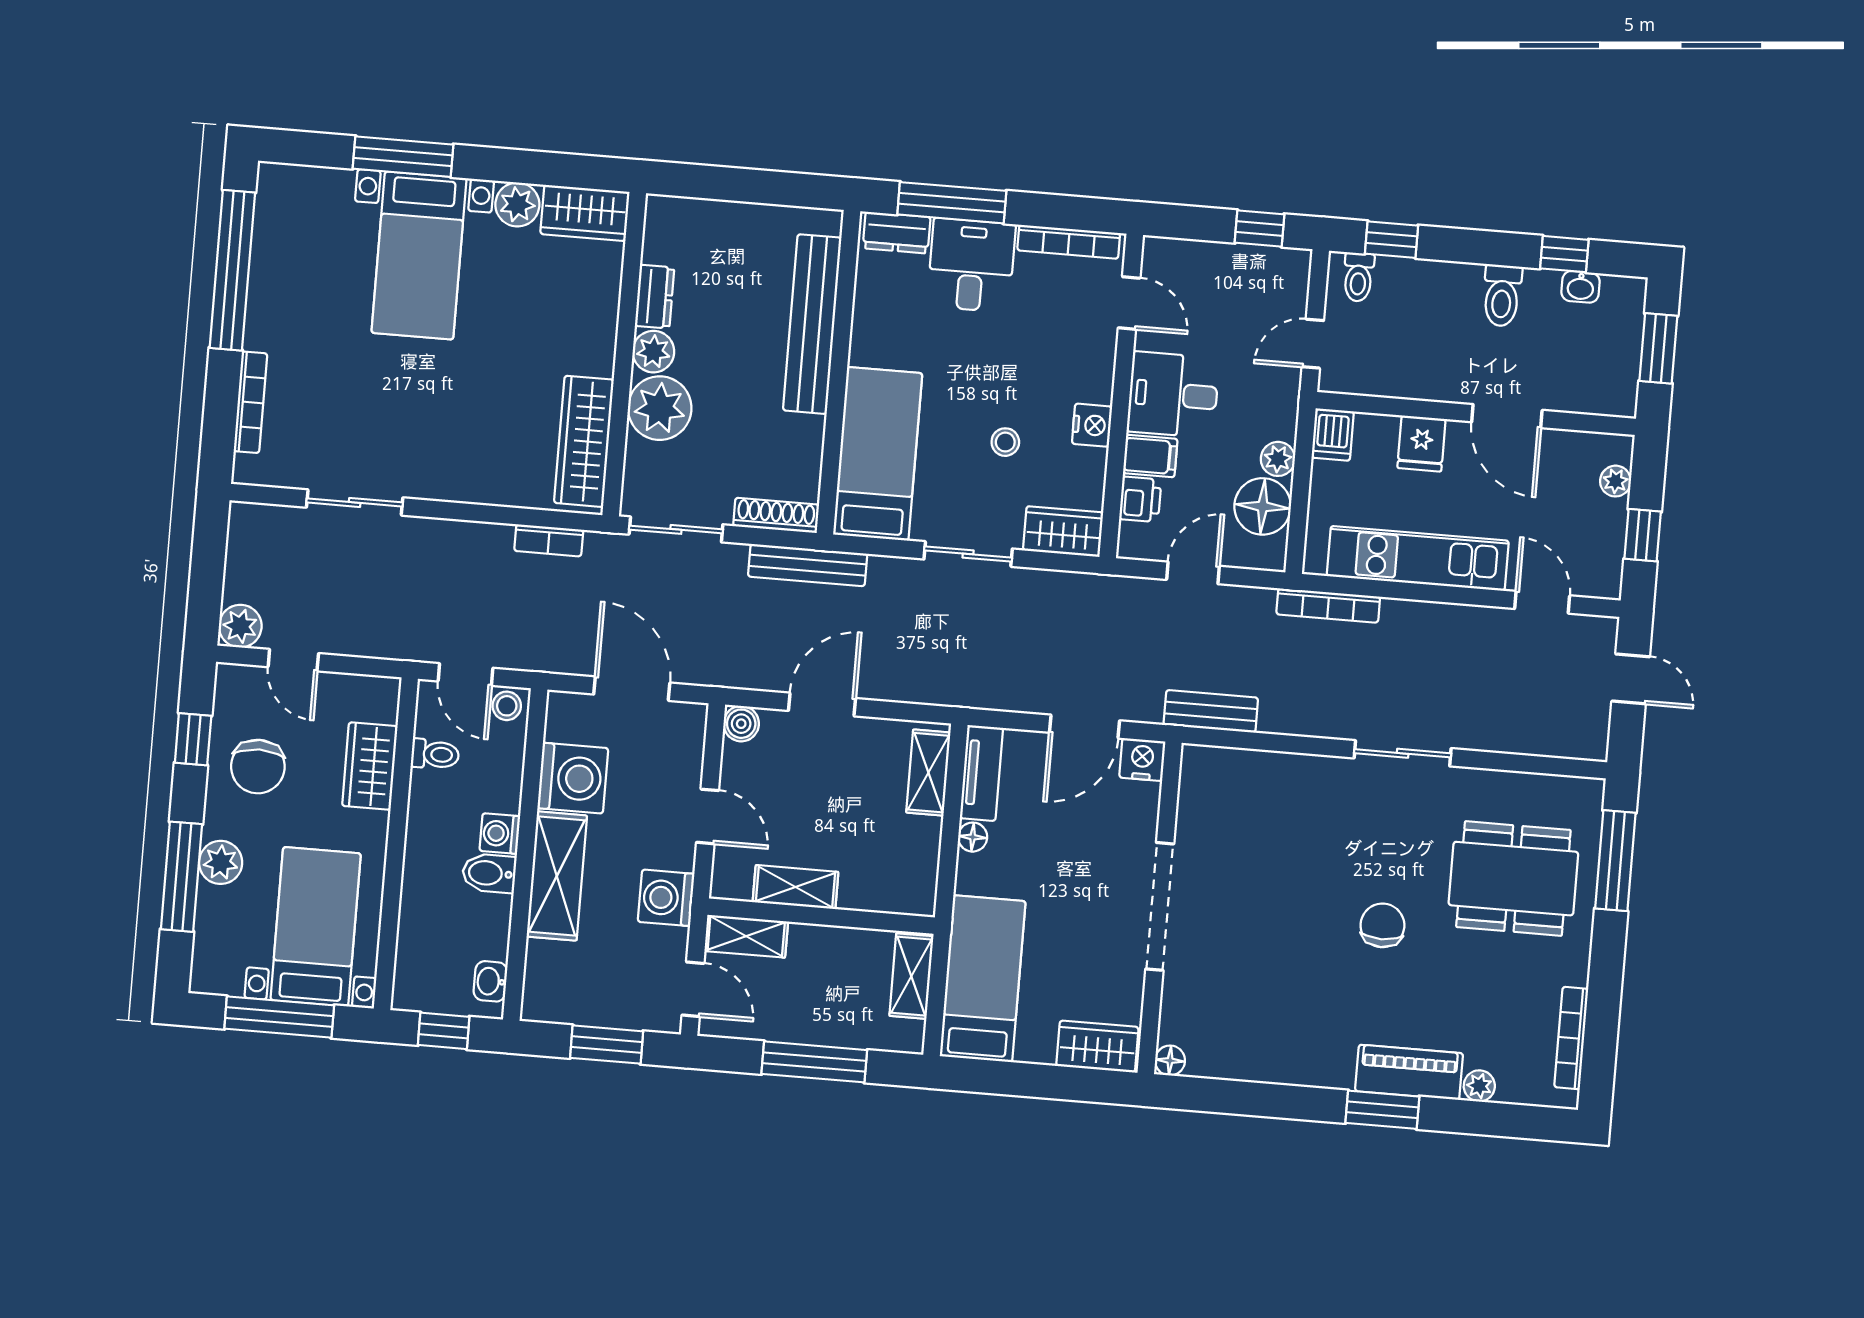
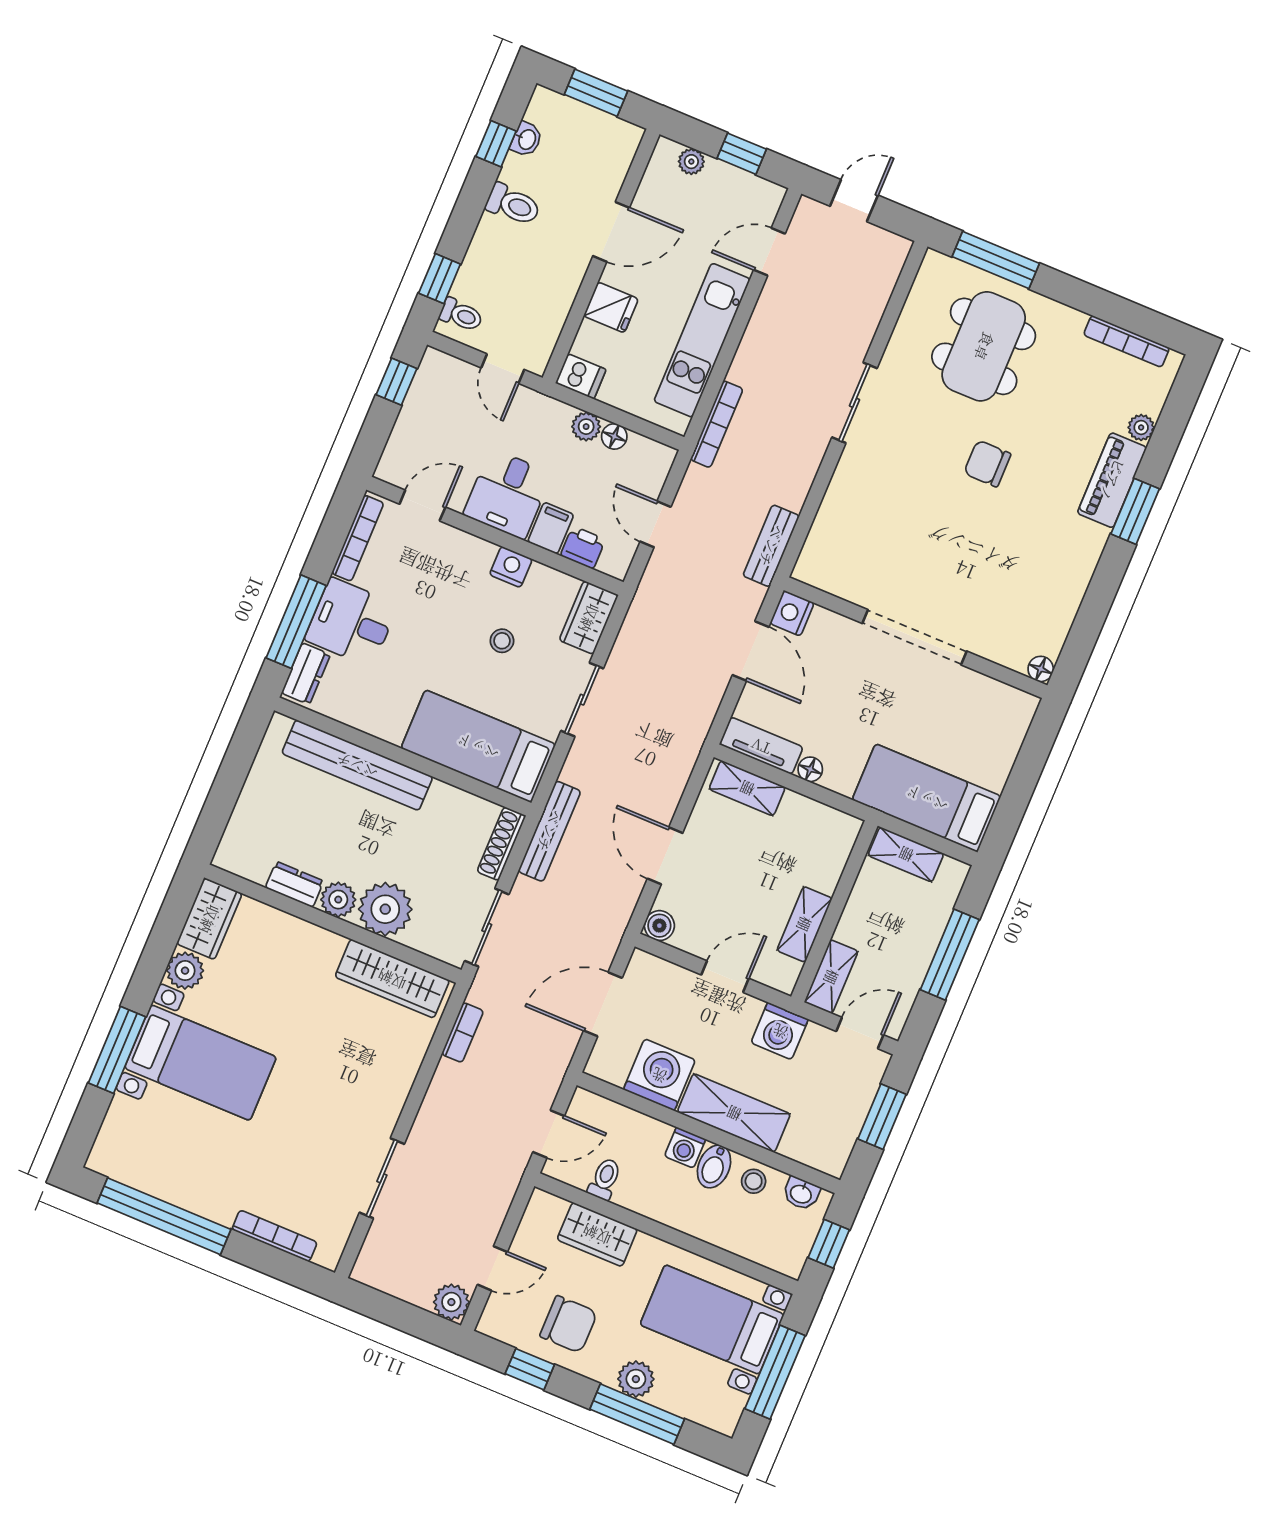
floor lamp: (1263, 506) -> (614, 436), width x0.53, depth x0.53
stool: (507, 706) -> (754, 1181), moved
wardrobe: (1097, 1047) -> (1011, 724), removed

